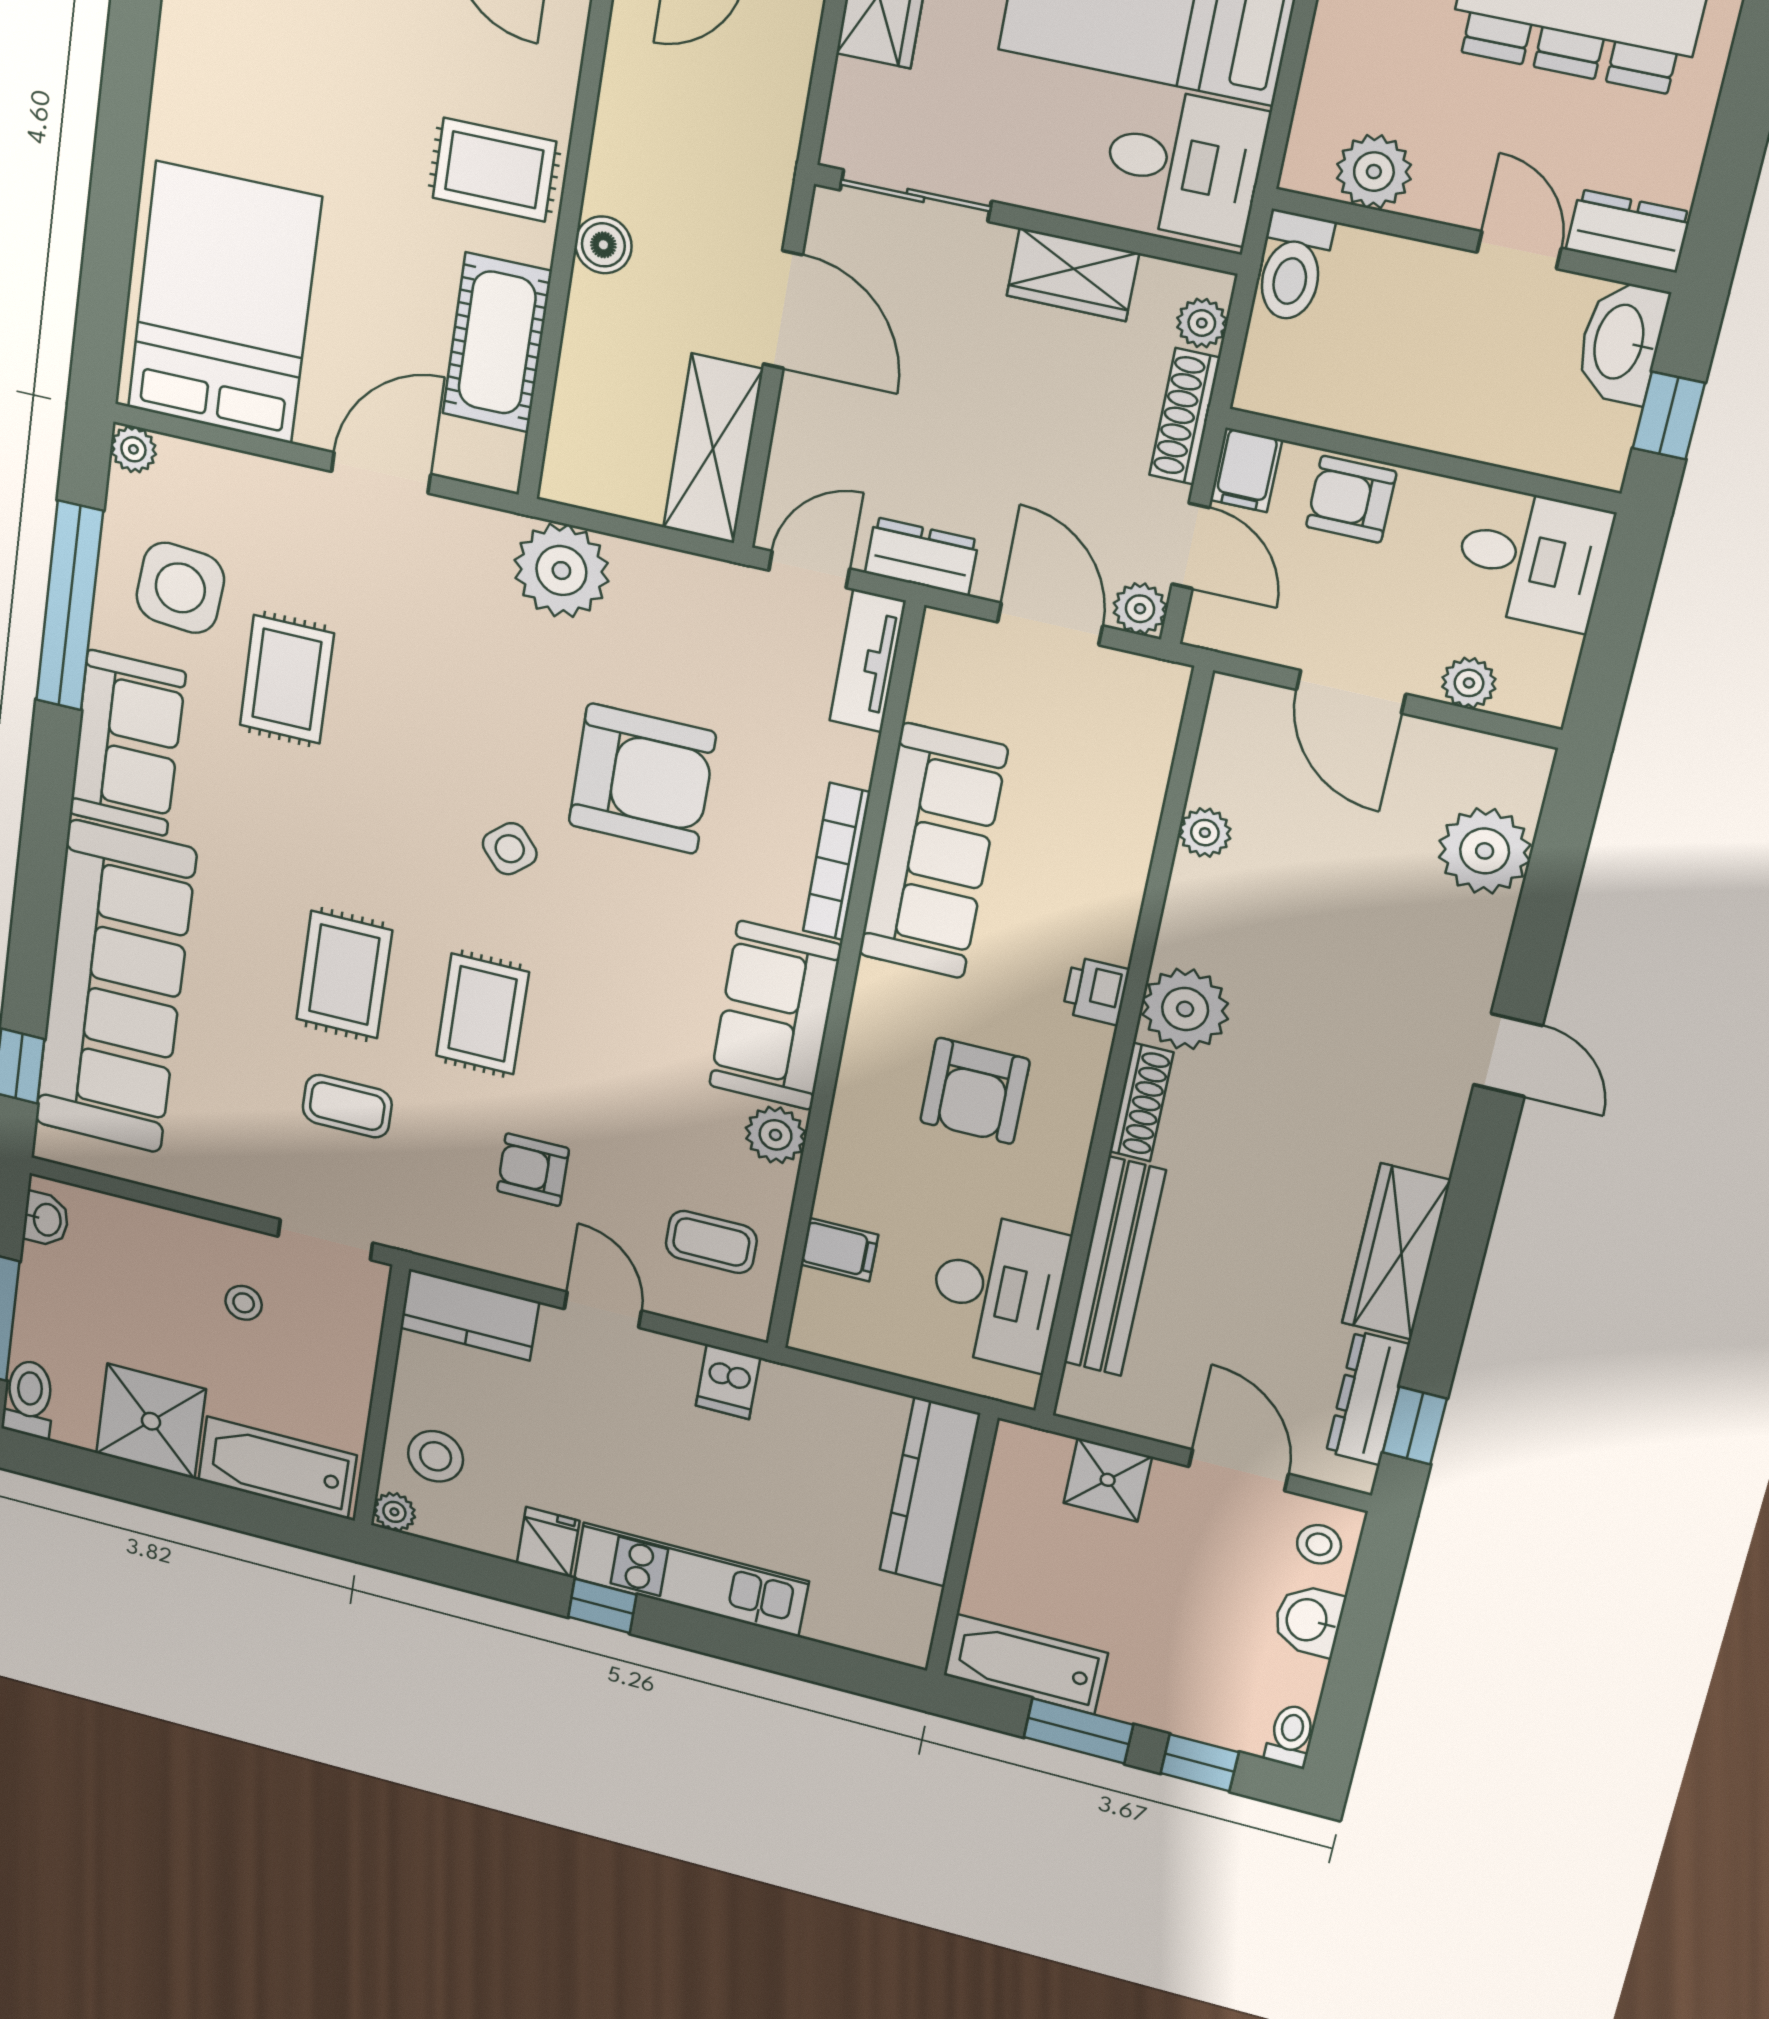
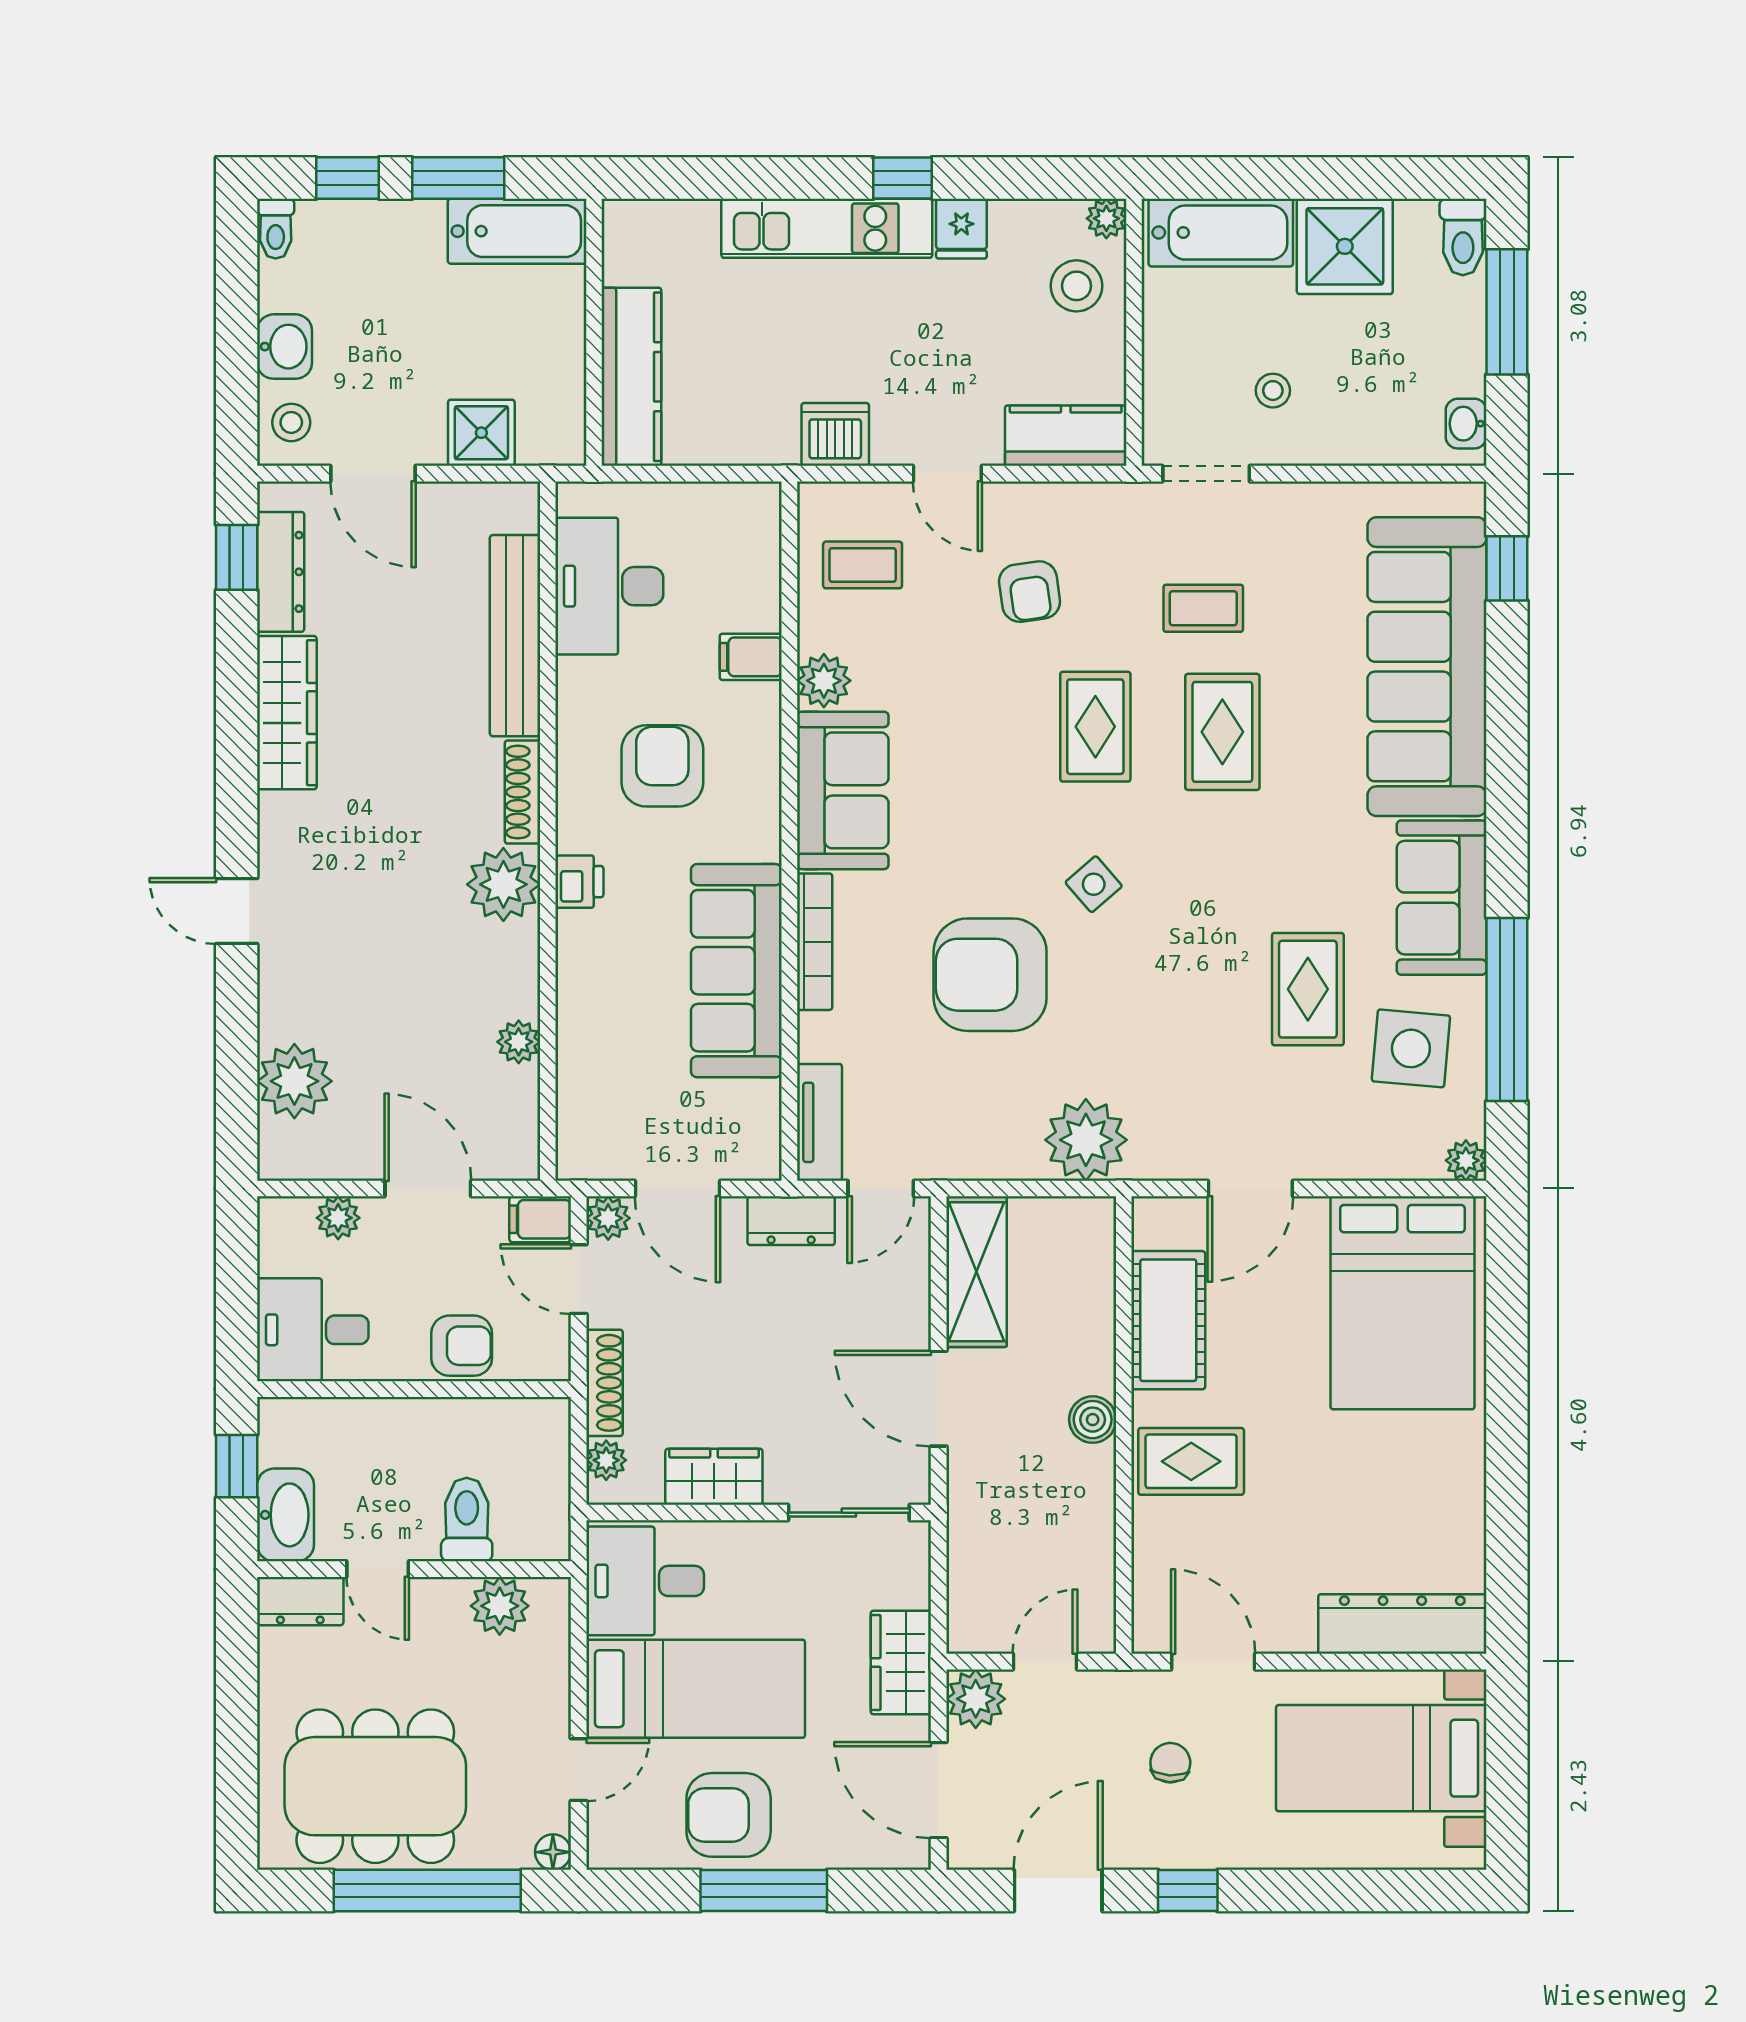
toilet: (1293, 267) -> (467, 1520), moved
filing cabinet: (1246, 470) -> (540, 1219), moved, turned -90
armchair: (533, 1170) -> (1030, 592), turned 82
filing cabinet: (839, 1250) -> (751, 657), moved
dishwasher: (728, 1382) -> (835, 434), width x1.38

